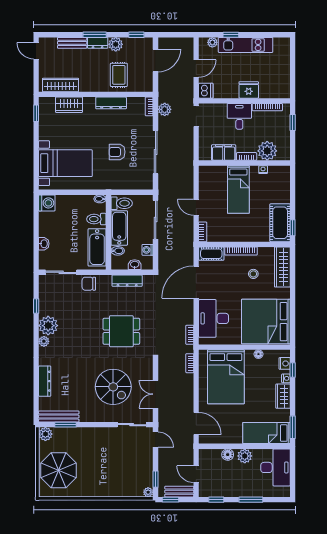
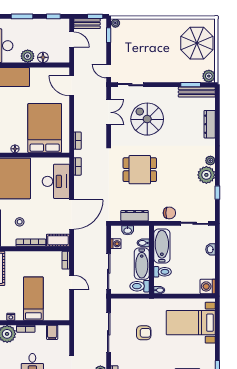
filing cabinet: (224, 153) -> (52, 332), width x0.50

